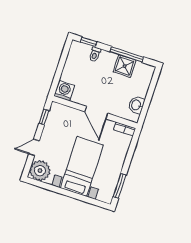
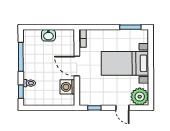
shower: (125, 66) -> (31, 56), removed
washing machine: (64, 91) -> (67, 87), moved
washbasin: (136, 105) -> (48, 35), moved
door: (96, 113) -> (77, 66), swing flipped

